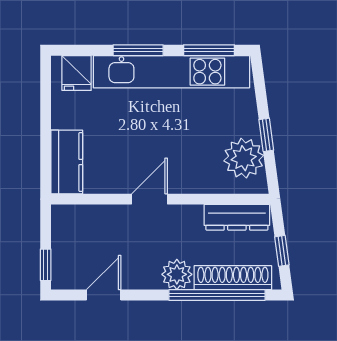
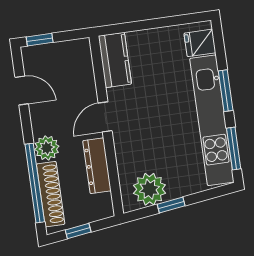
kitchen counter: (67, 162) -> (115, 60), moved, turned -90
door: (149, 199) -> (105, 117), swing flipped
dresser: (237, 217) -> (97, 166), moved

